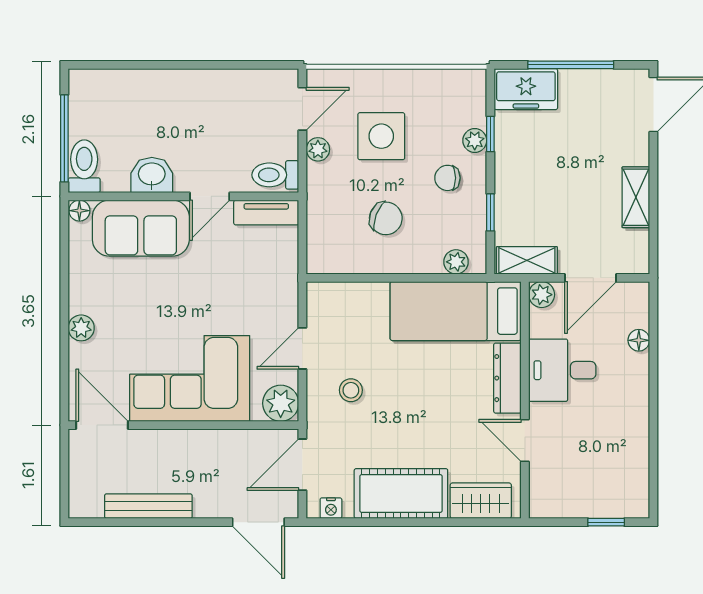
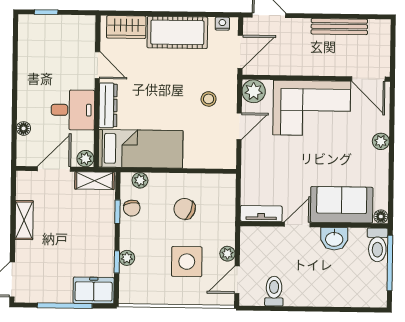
toilet: (275, 175) -> (274, 291), moved, turned -90
chair: (447, 178) -> (132, 208), moved, turned 82

